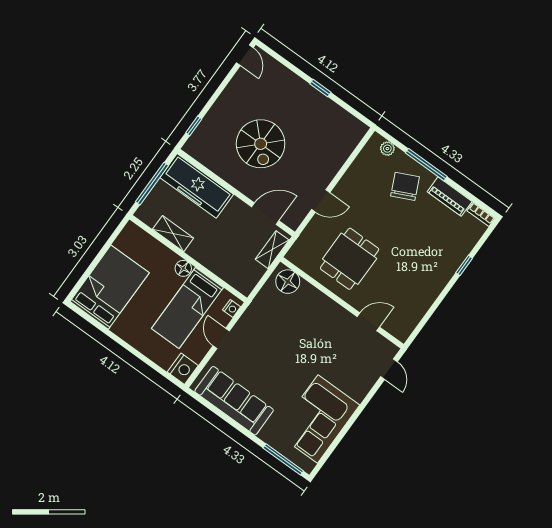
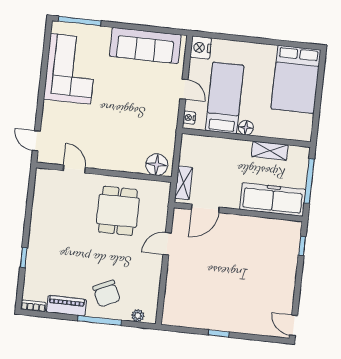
spiral stairs: (261, 144) -> (241, 262), removed
door: (368, 322) -> (74, 169), swing flipped

